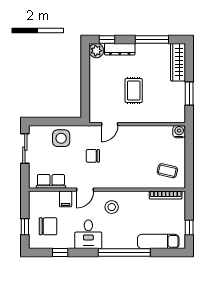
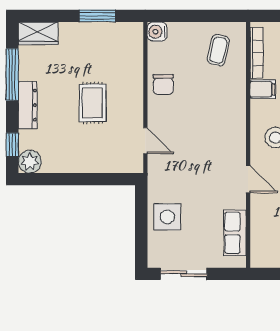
dresser: (120, 49) -> (28, 105), moved
wardrobe: (178, 62) -> (38, 33), width x0.67
rug: (134, 91) -> (92, 103), turned 90
chair: (93, 156) -> (163, 84), moved
filing cabinet: (66, 199) -> (263, 89), moved

